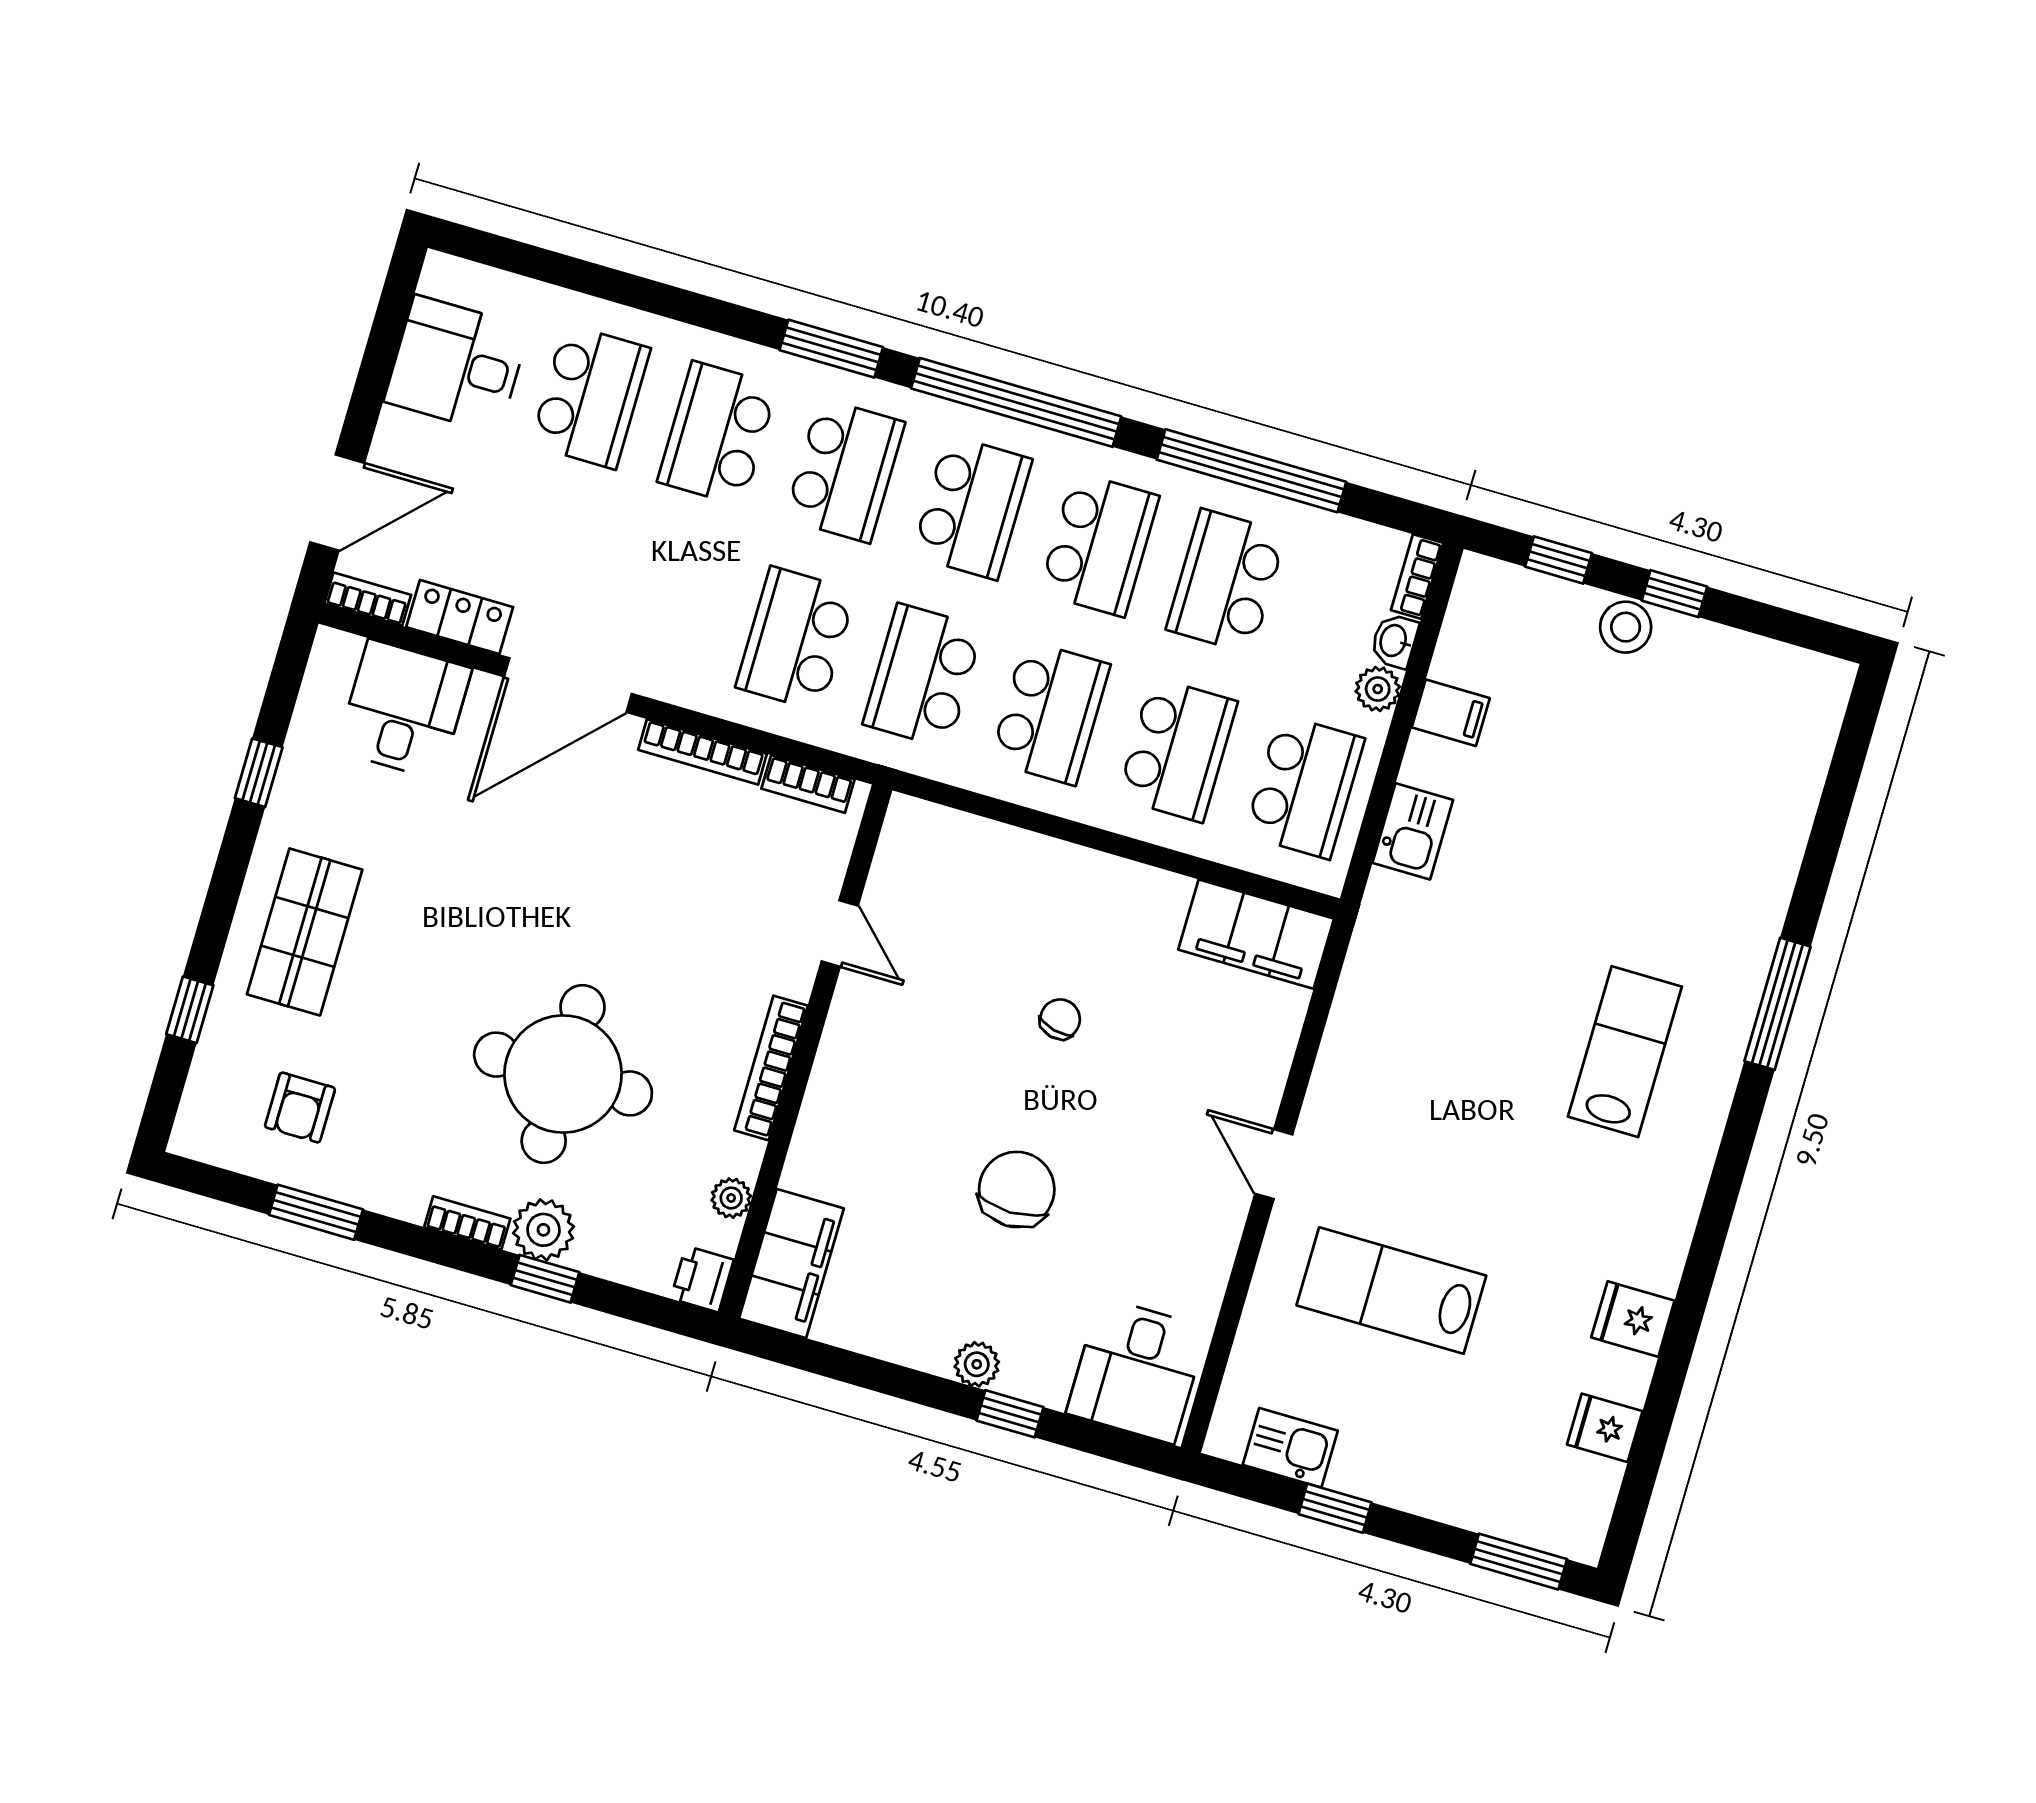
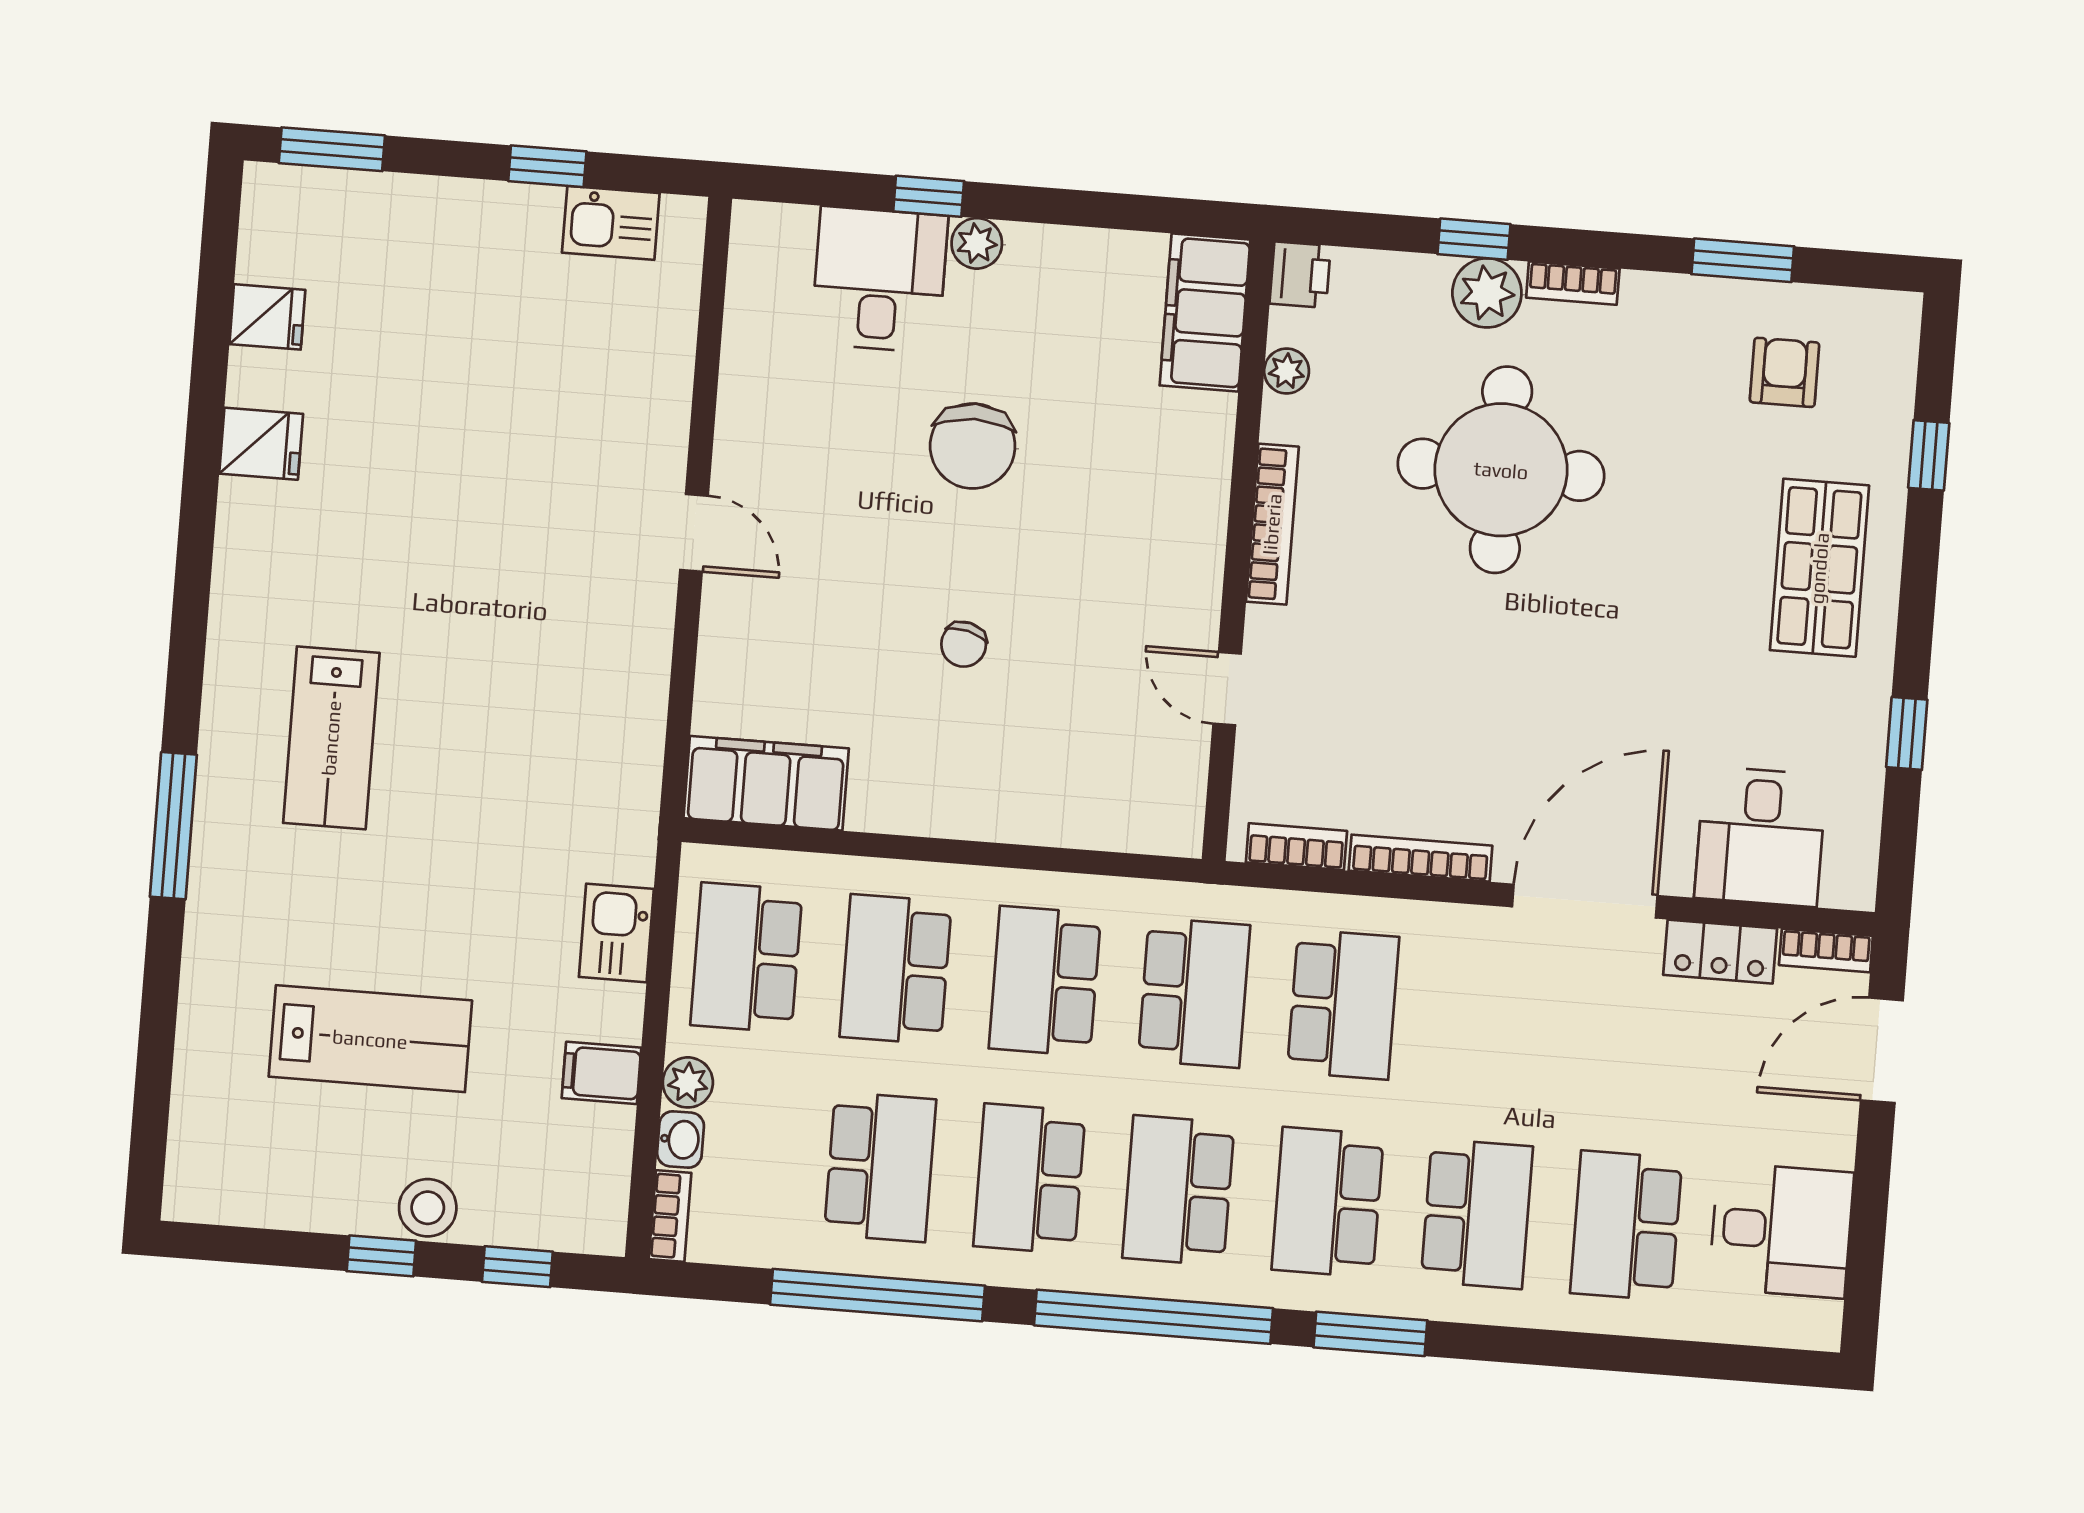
lab bench: (1391, 1291) -> (370, 1039), moved
desk: (1137, 1370) -> (879, 280), moved

